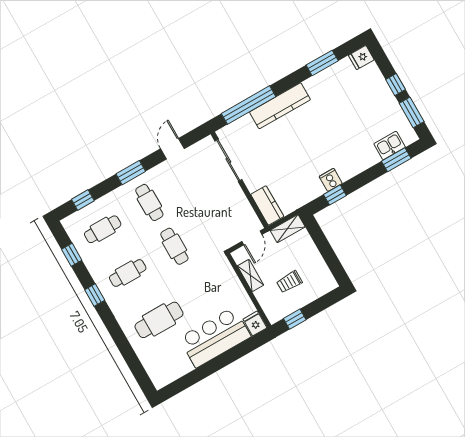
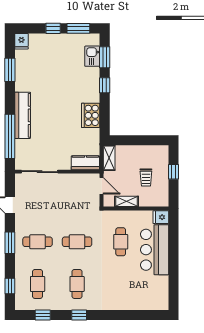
cooker: (331, 180) -> (91, 115), width x1.87, depth x1.31
window: (335, 195) -> (105, 85), moved
window: (295, 319) -> (173, 172), moved
cafe table: (159, 320) -> (121, 242), moved, width x0.73, depth x0.74

